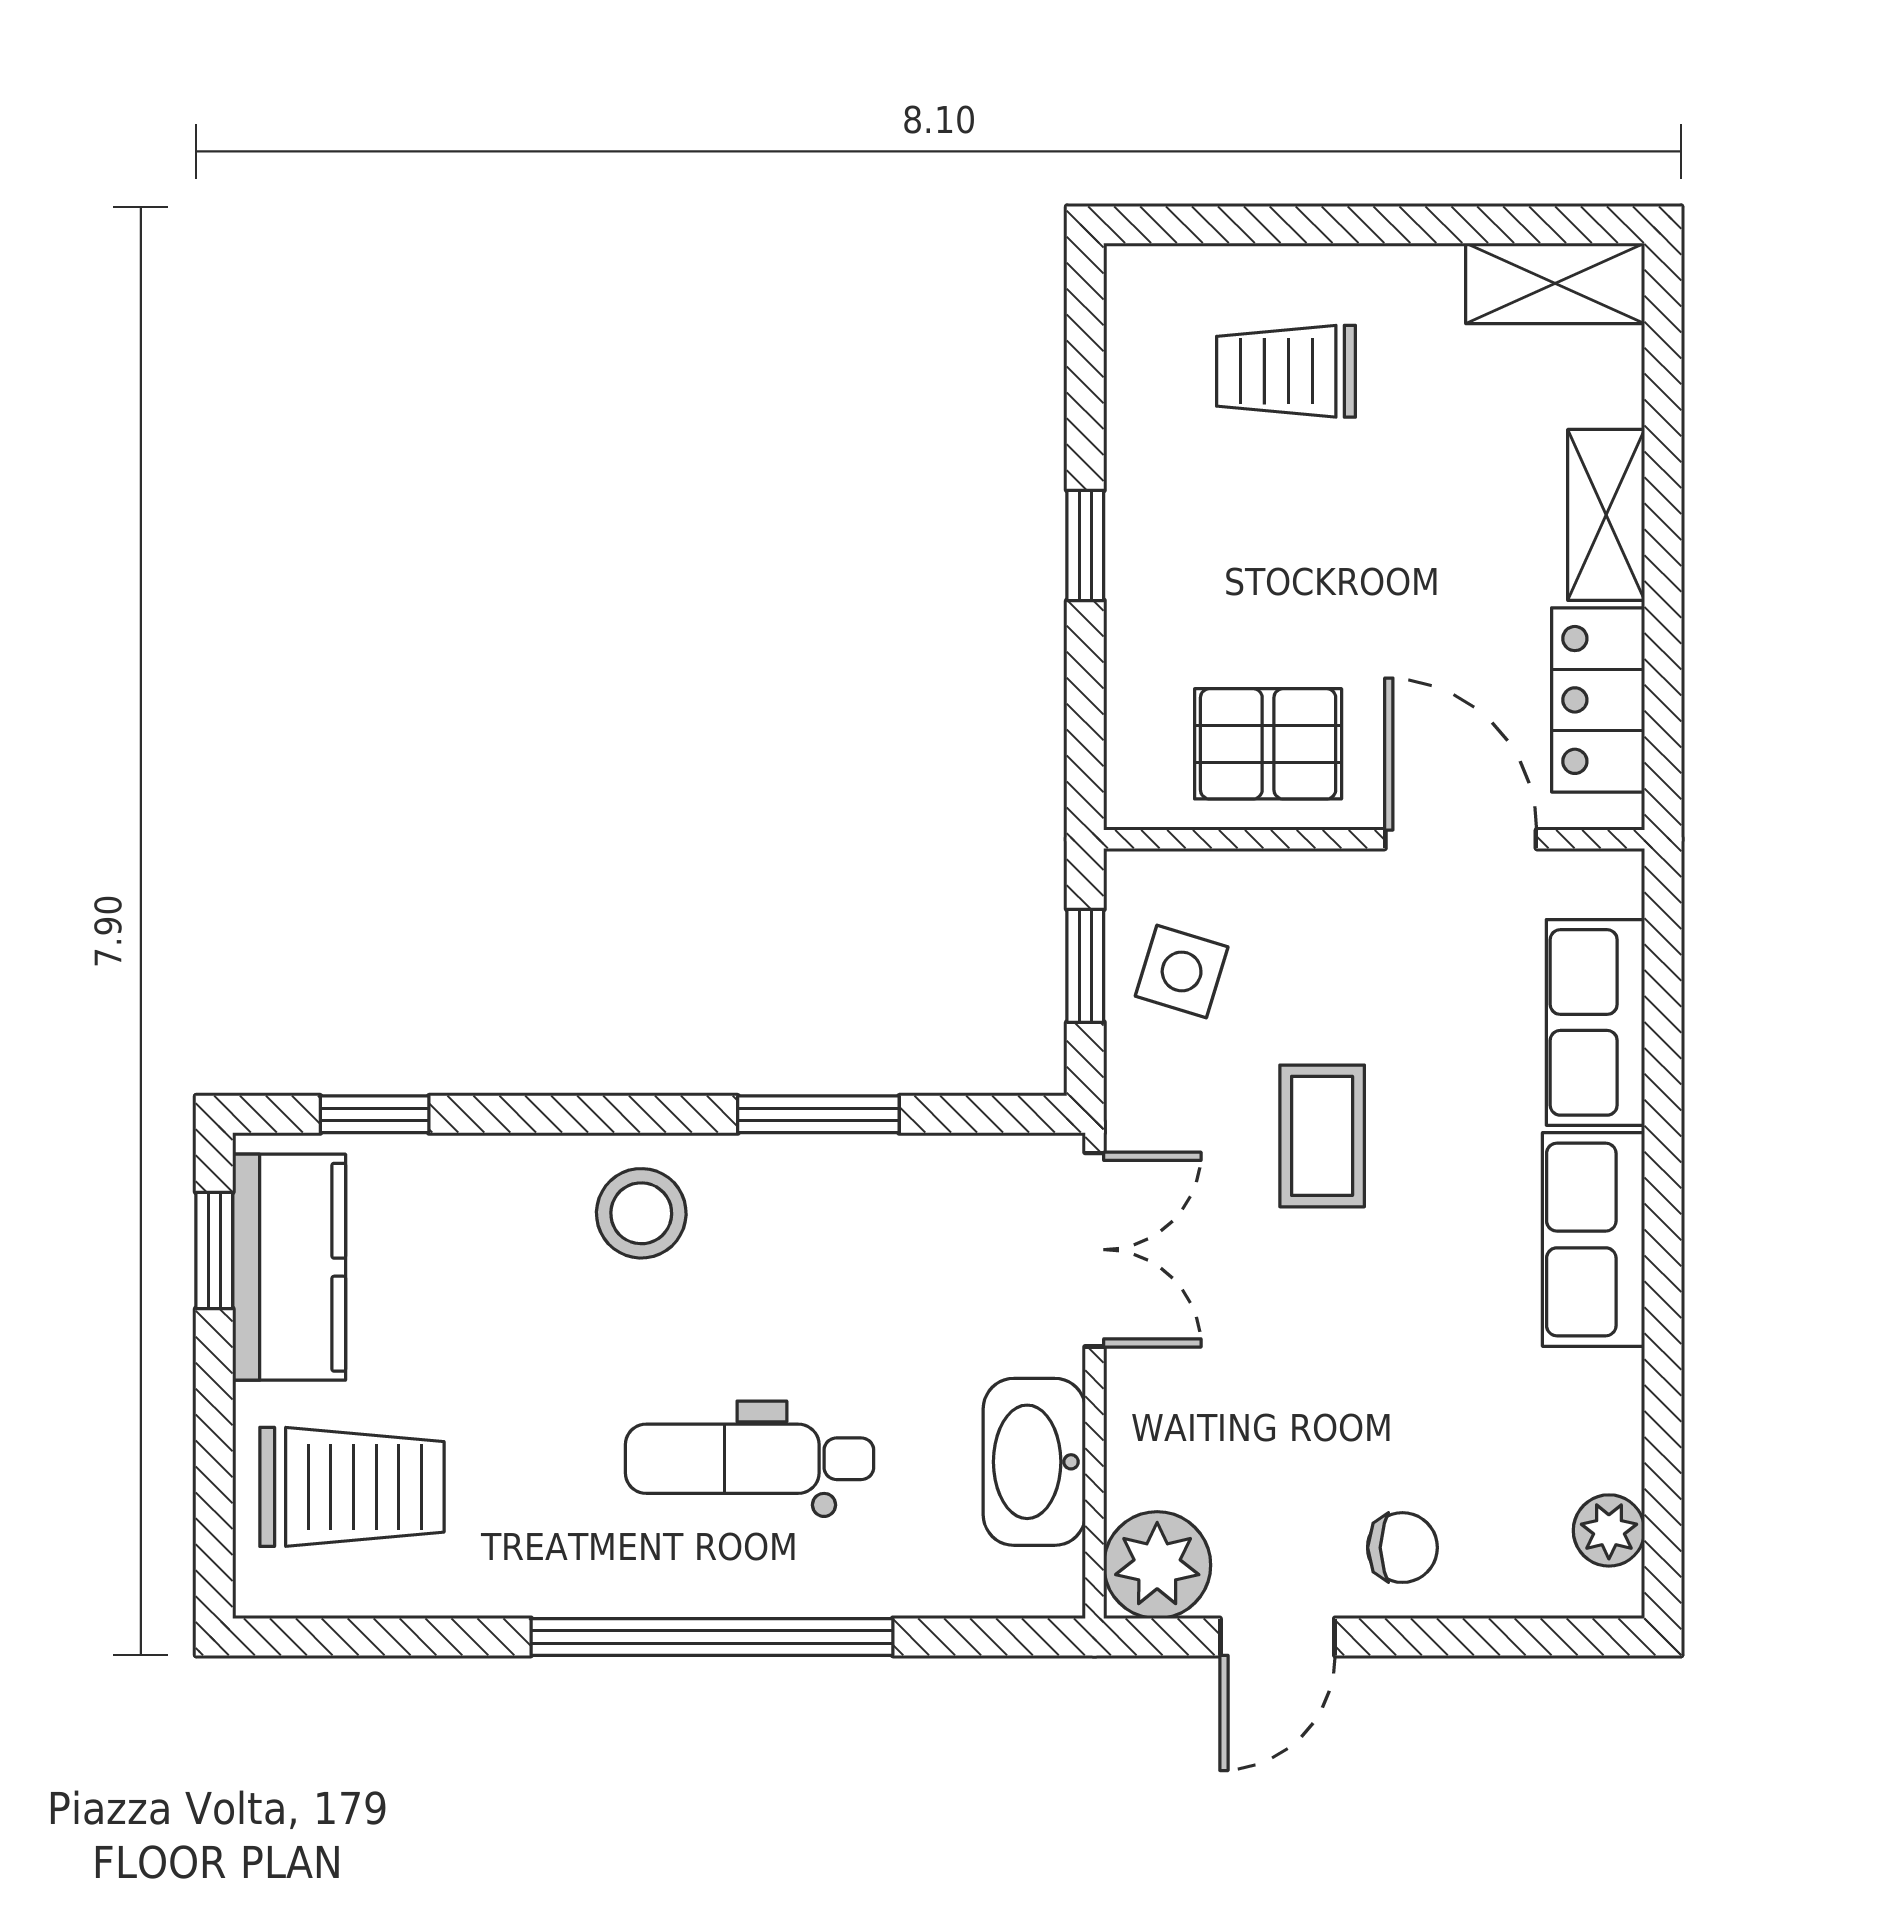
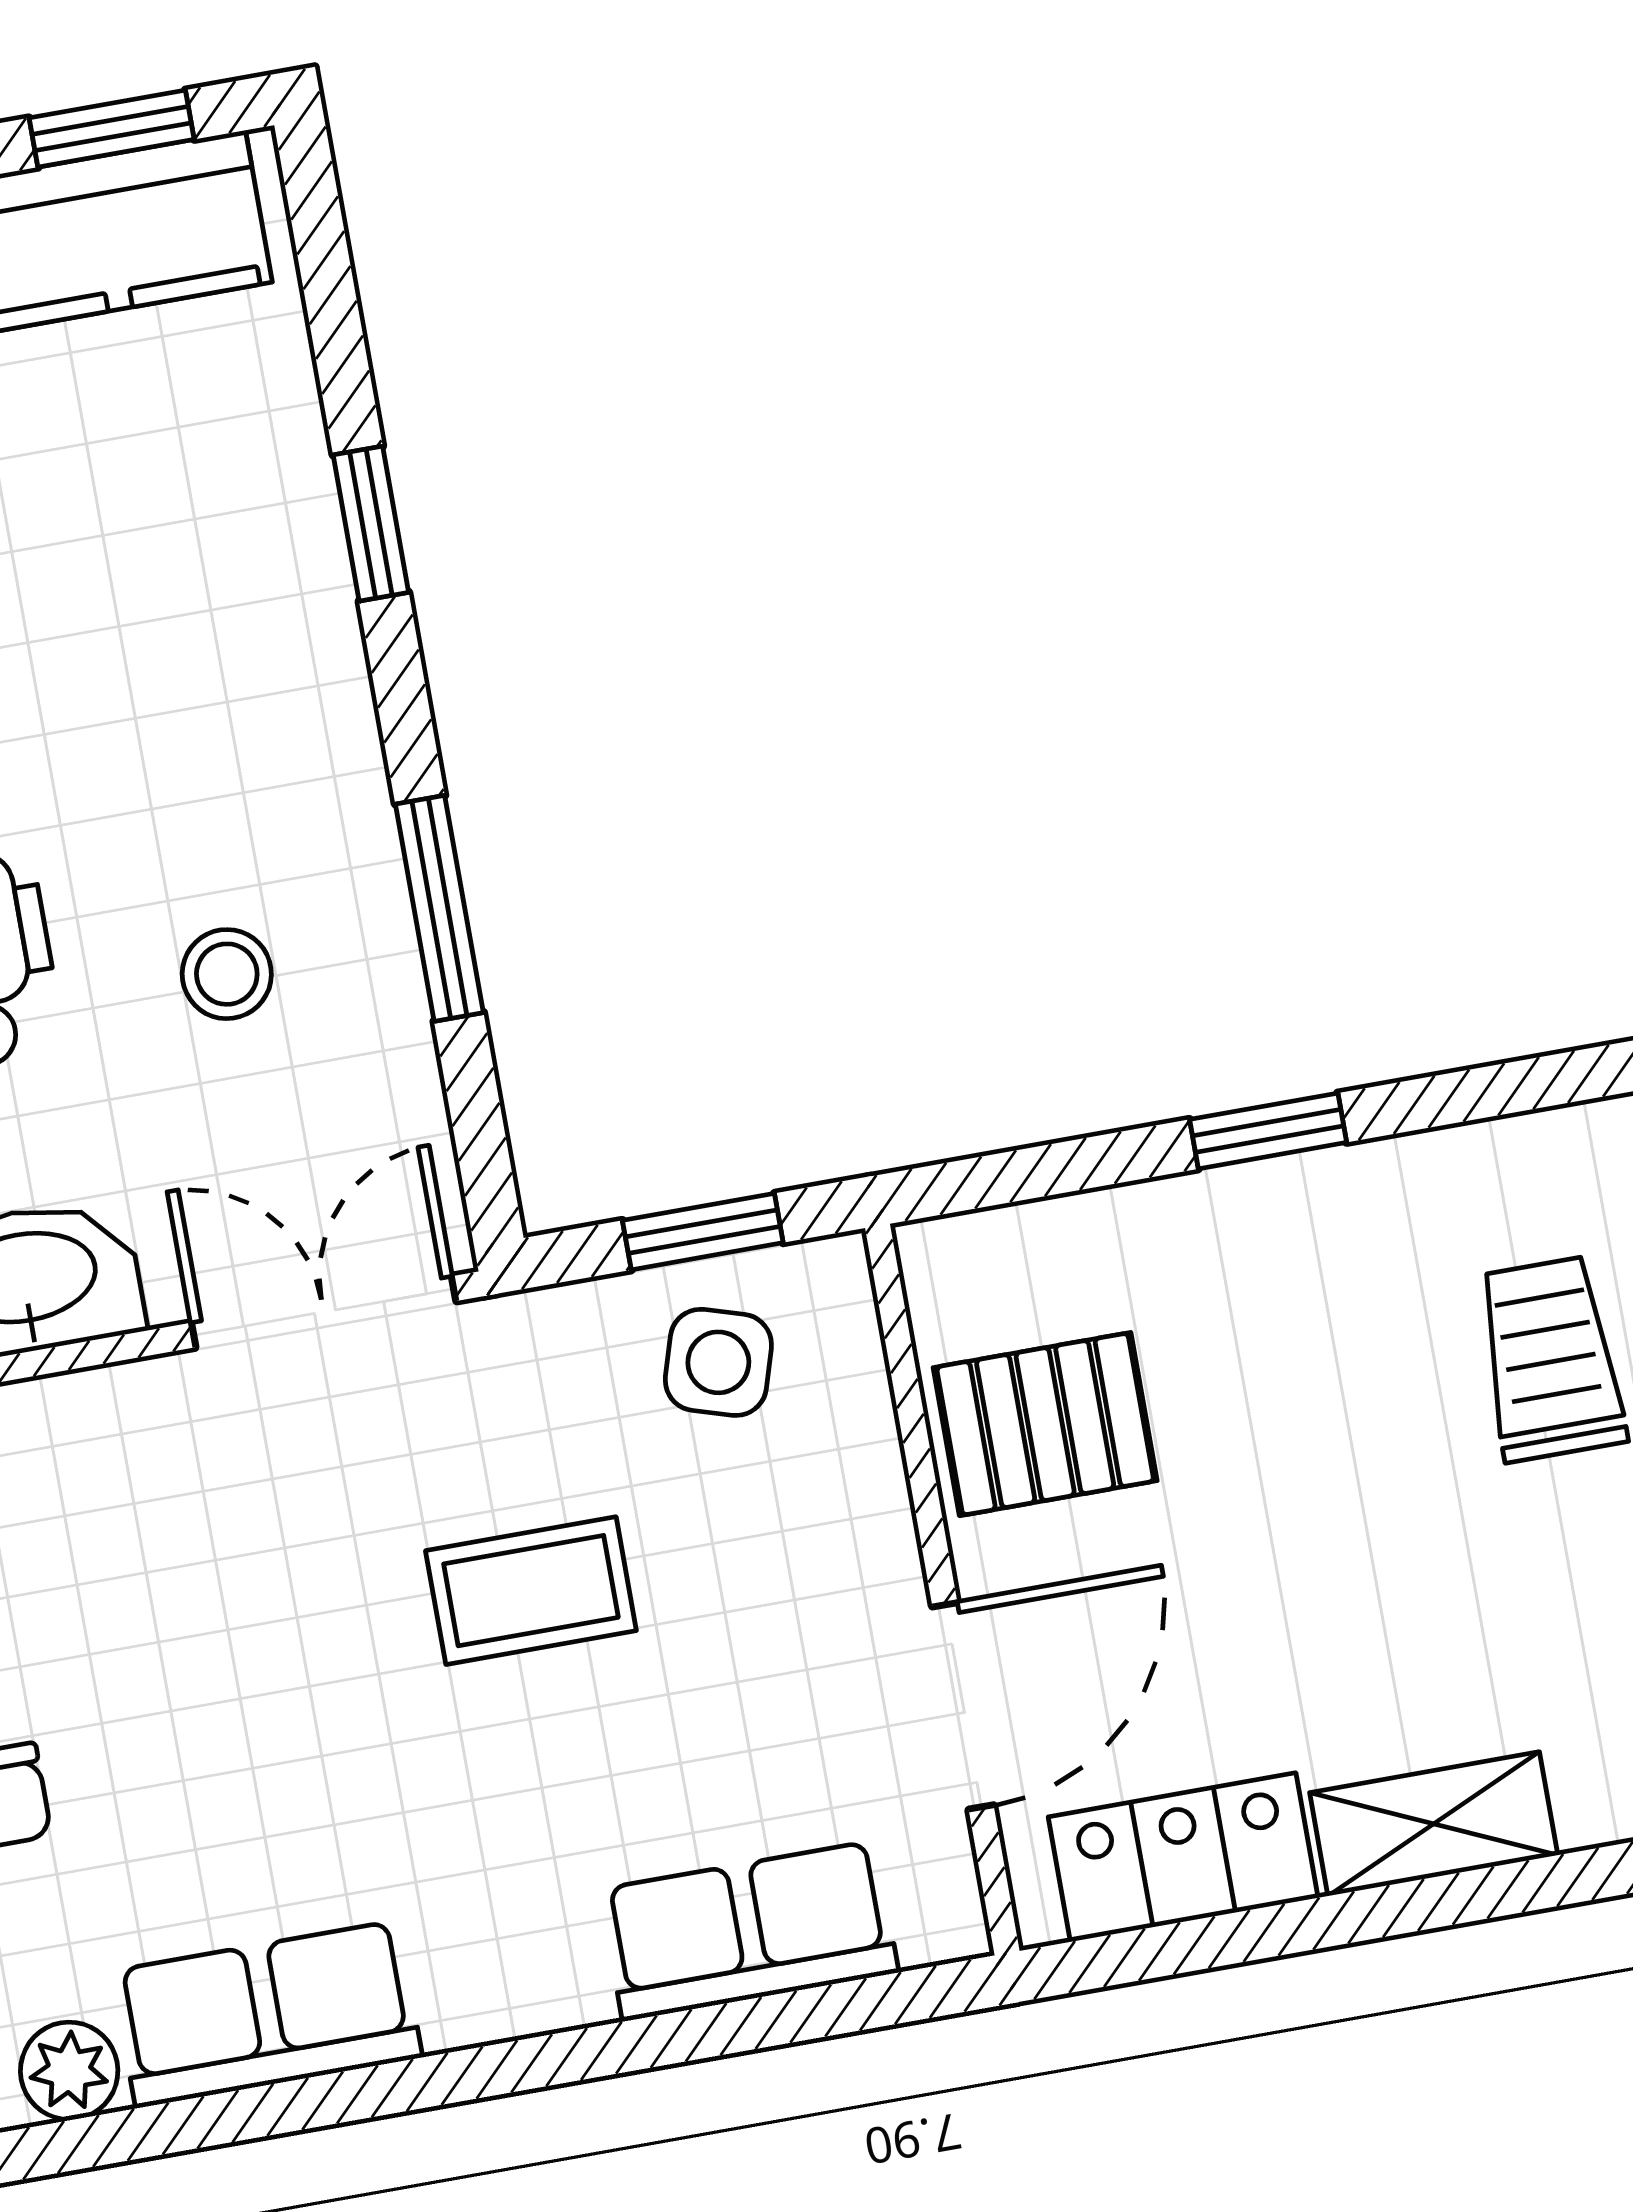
pallet: (1268, 744) -> (1045, 1424), turned 90
window: (375, 1114) -> (371, 524), moved
stool: (641, 1213) -> (227, 974), moved, width x0.73, depth x0.73
row of seats: (1594, 1239) -> (267, 2014), moved
double door: (1094, 1250) -> (324, 1312), swing flipped

